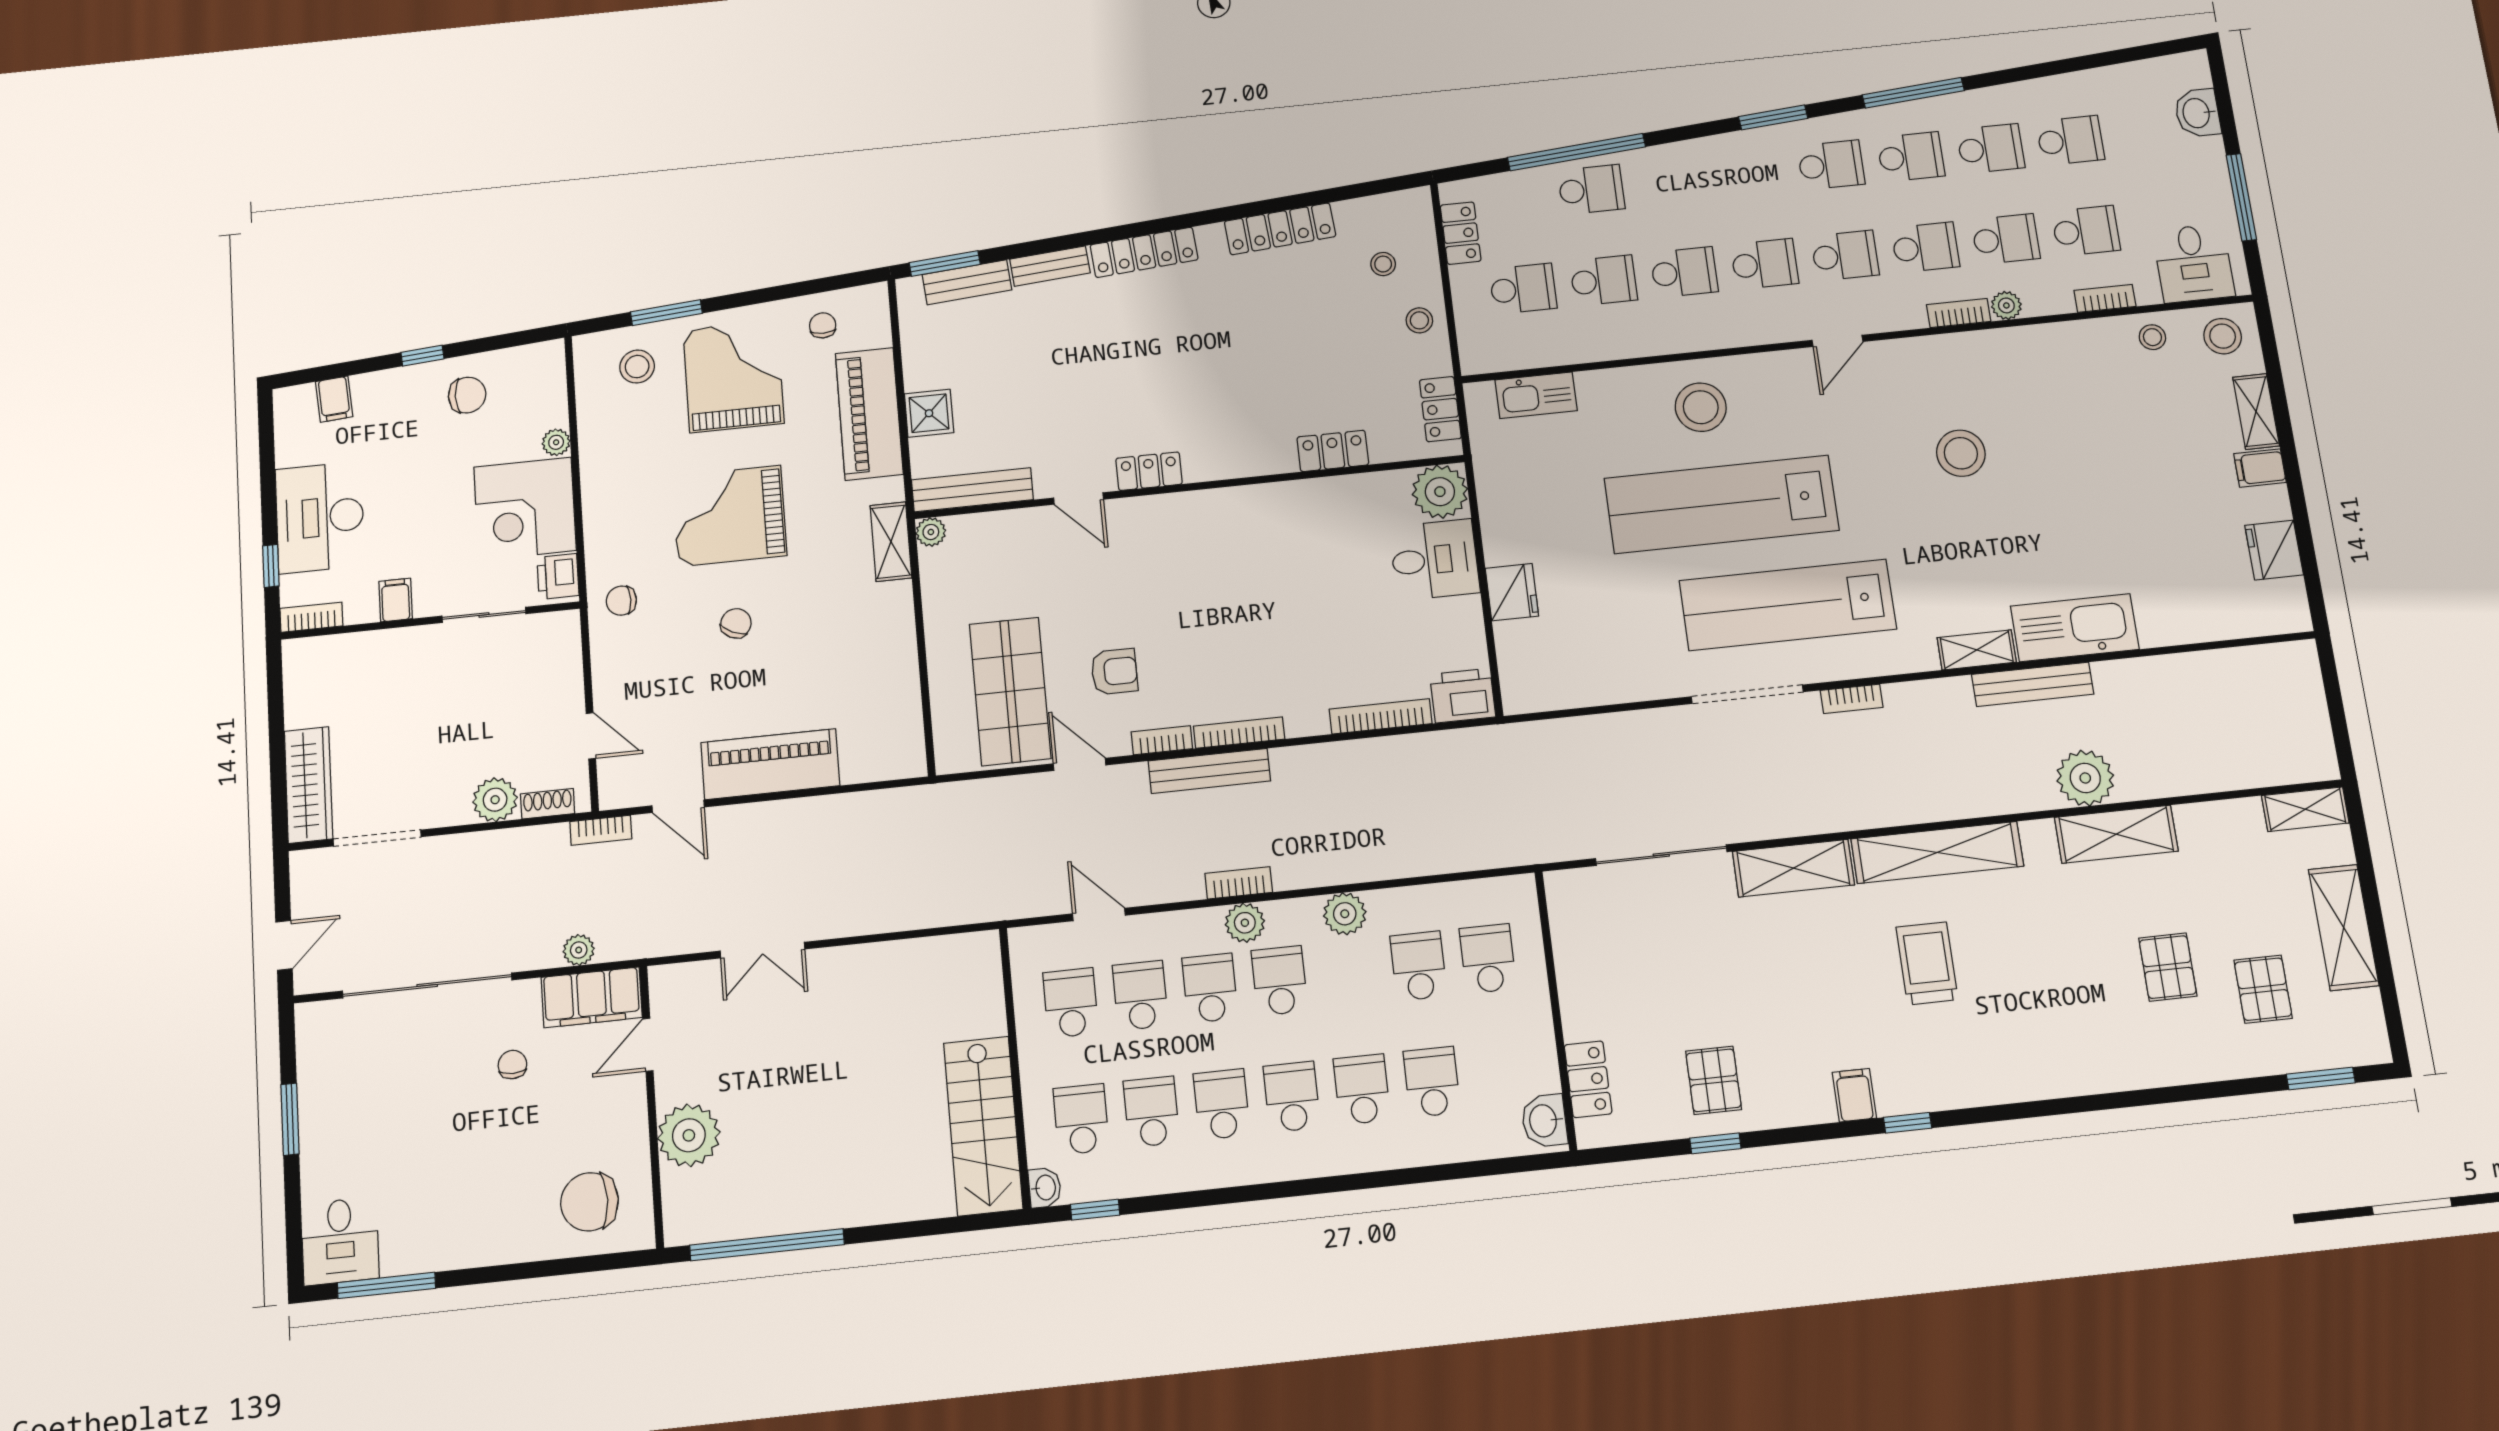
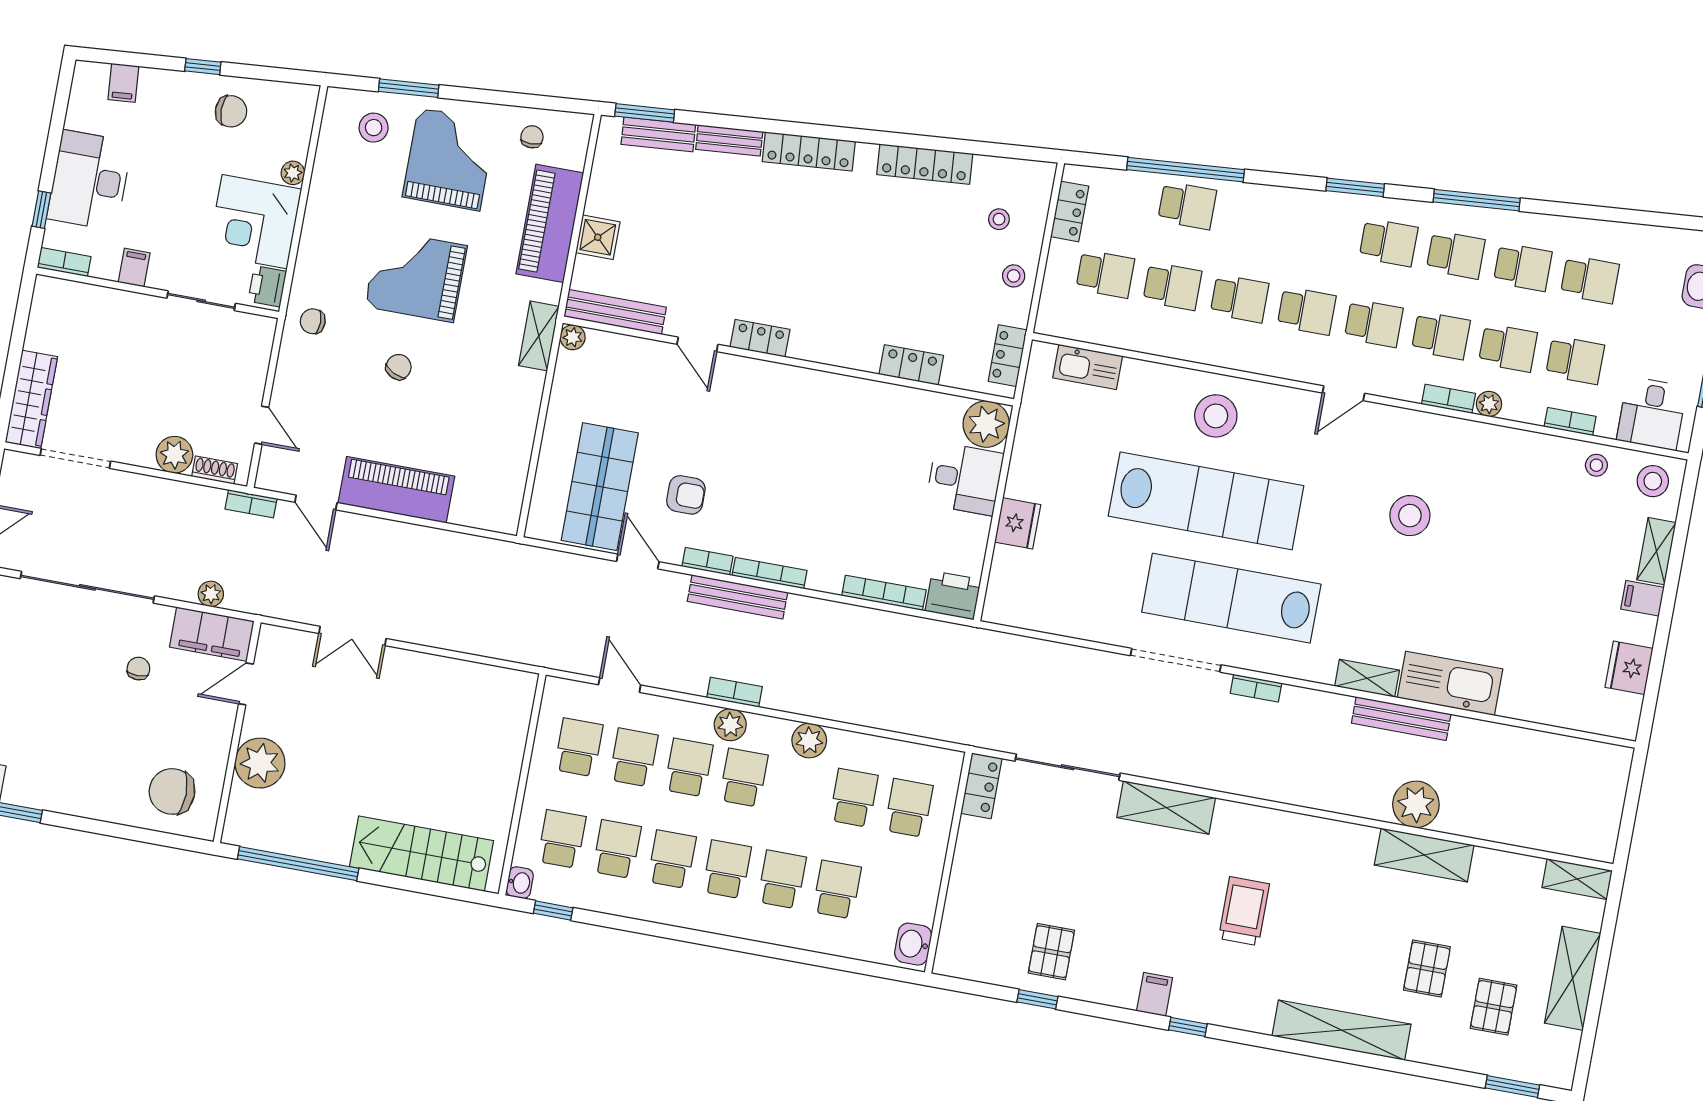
lab bench: (1722, 504) -> (1206, 501), turned 180
shelving: (1937, 852) -> (1341, 1030), moved
locker: (1588, 1079) -> (981, 786), moved
stairs: (983, 1126) -> (422, 854), moved, turned 90

